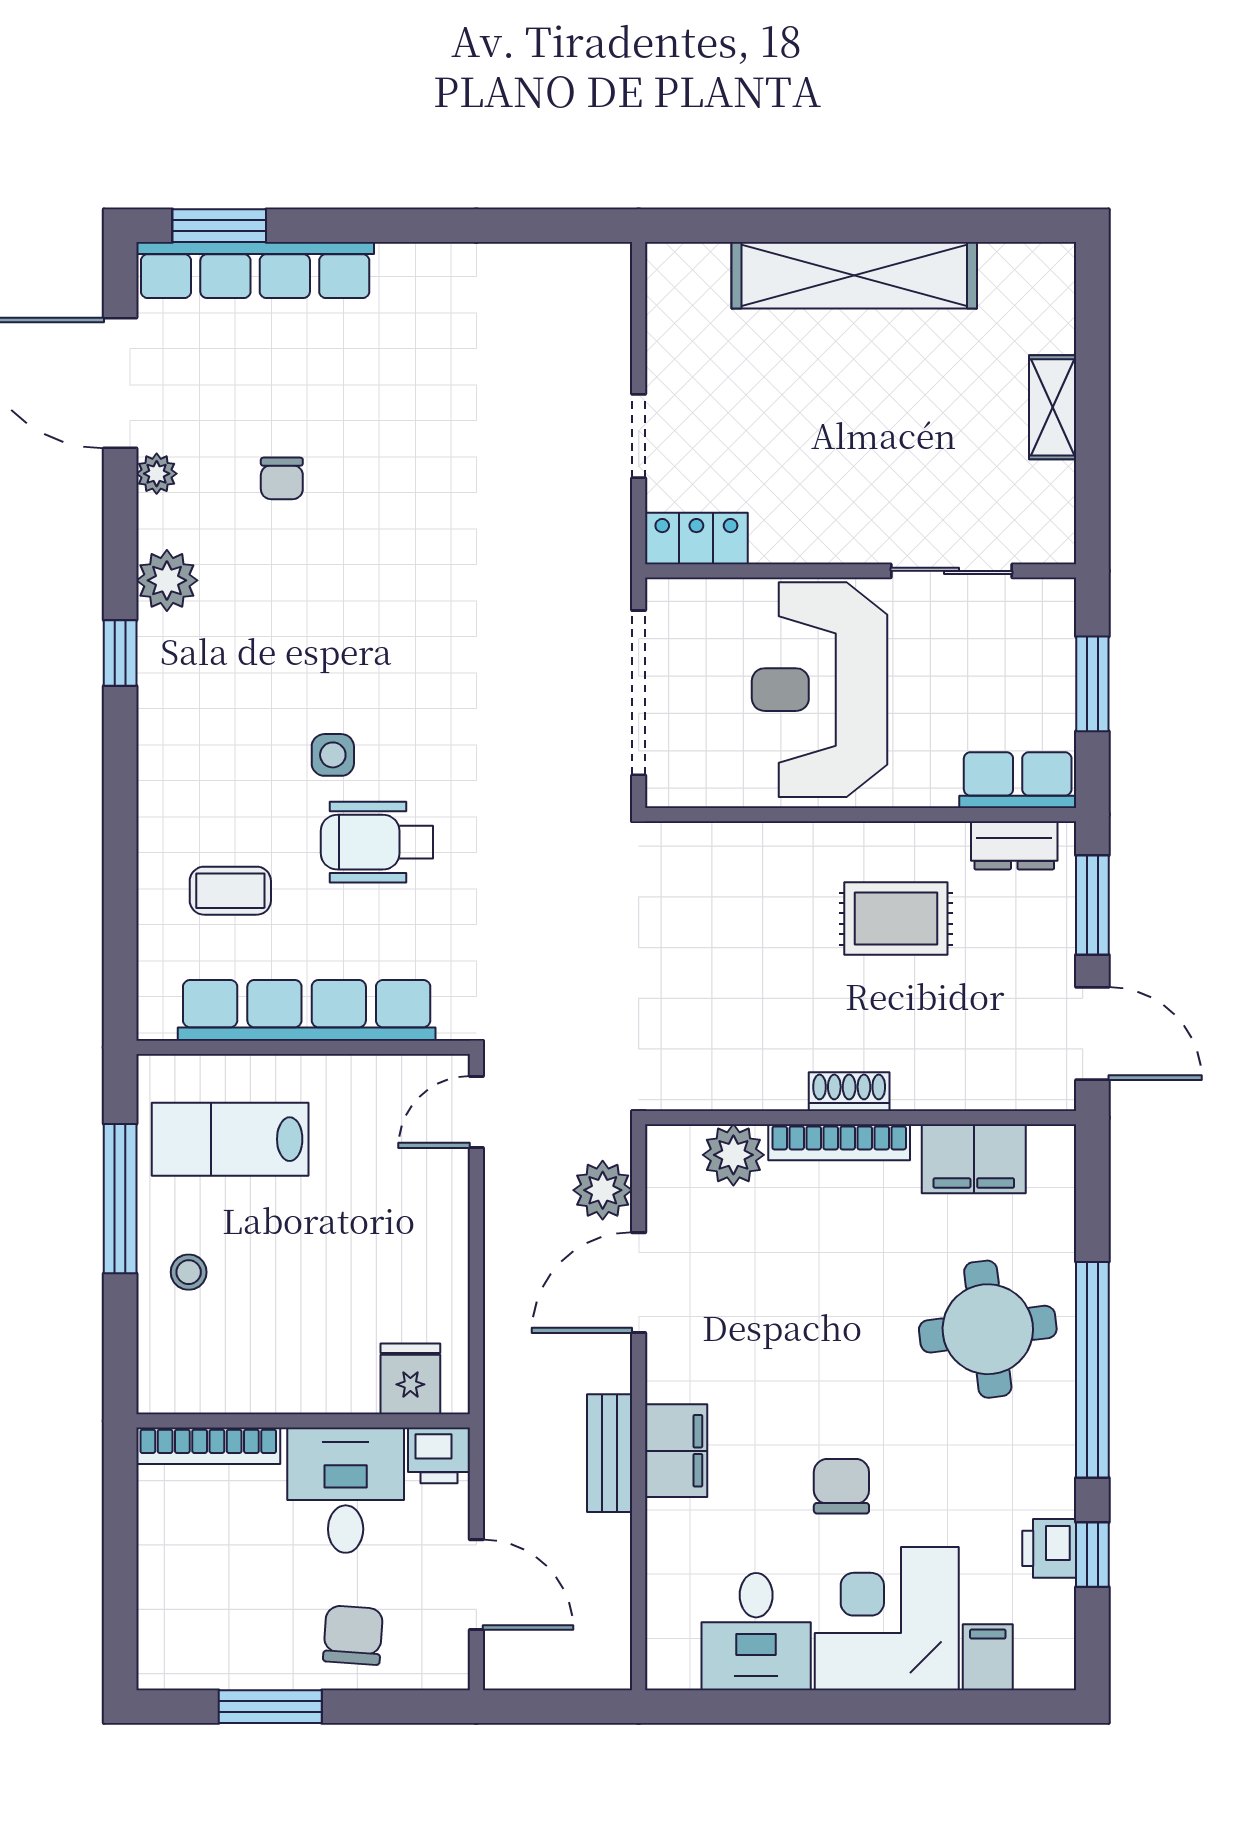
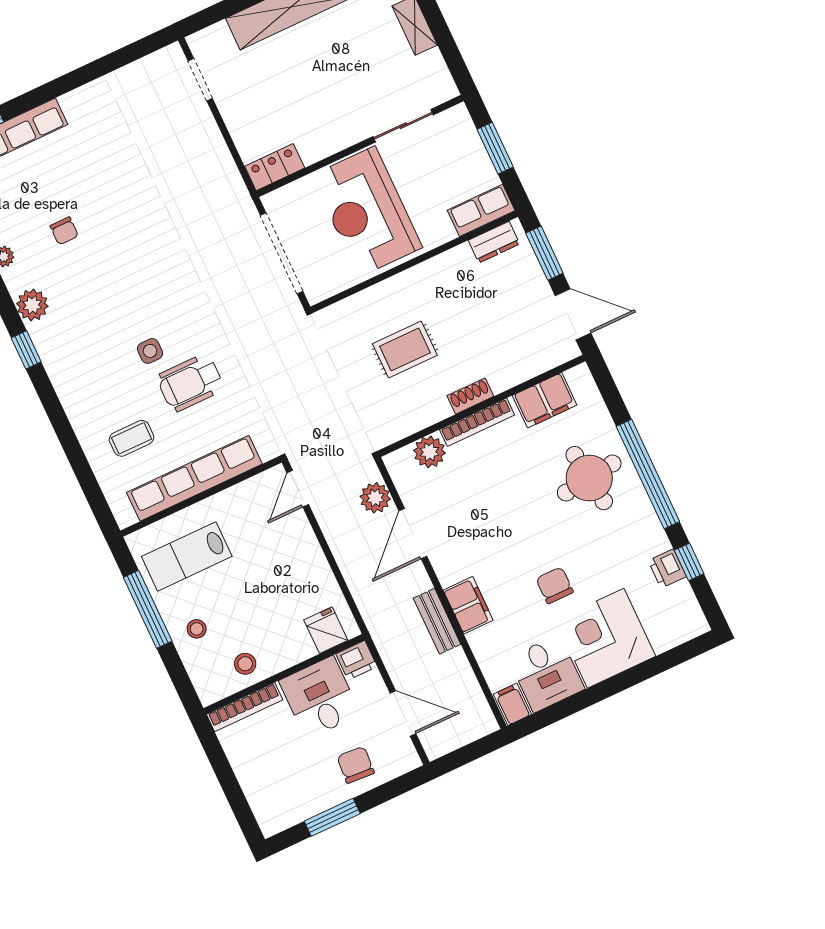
doorway: (639, 436) -> (200, 80), moved
rug: (896, 919) -> (405, 349), moved
stool: (244, 1372) -> (245, 664), added
filing cabinet: (988, 1657) -> (512, 704), moved

